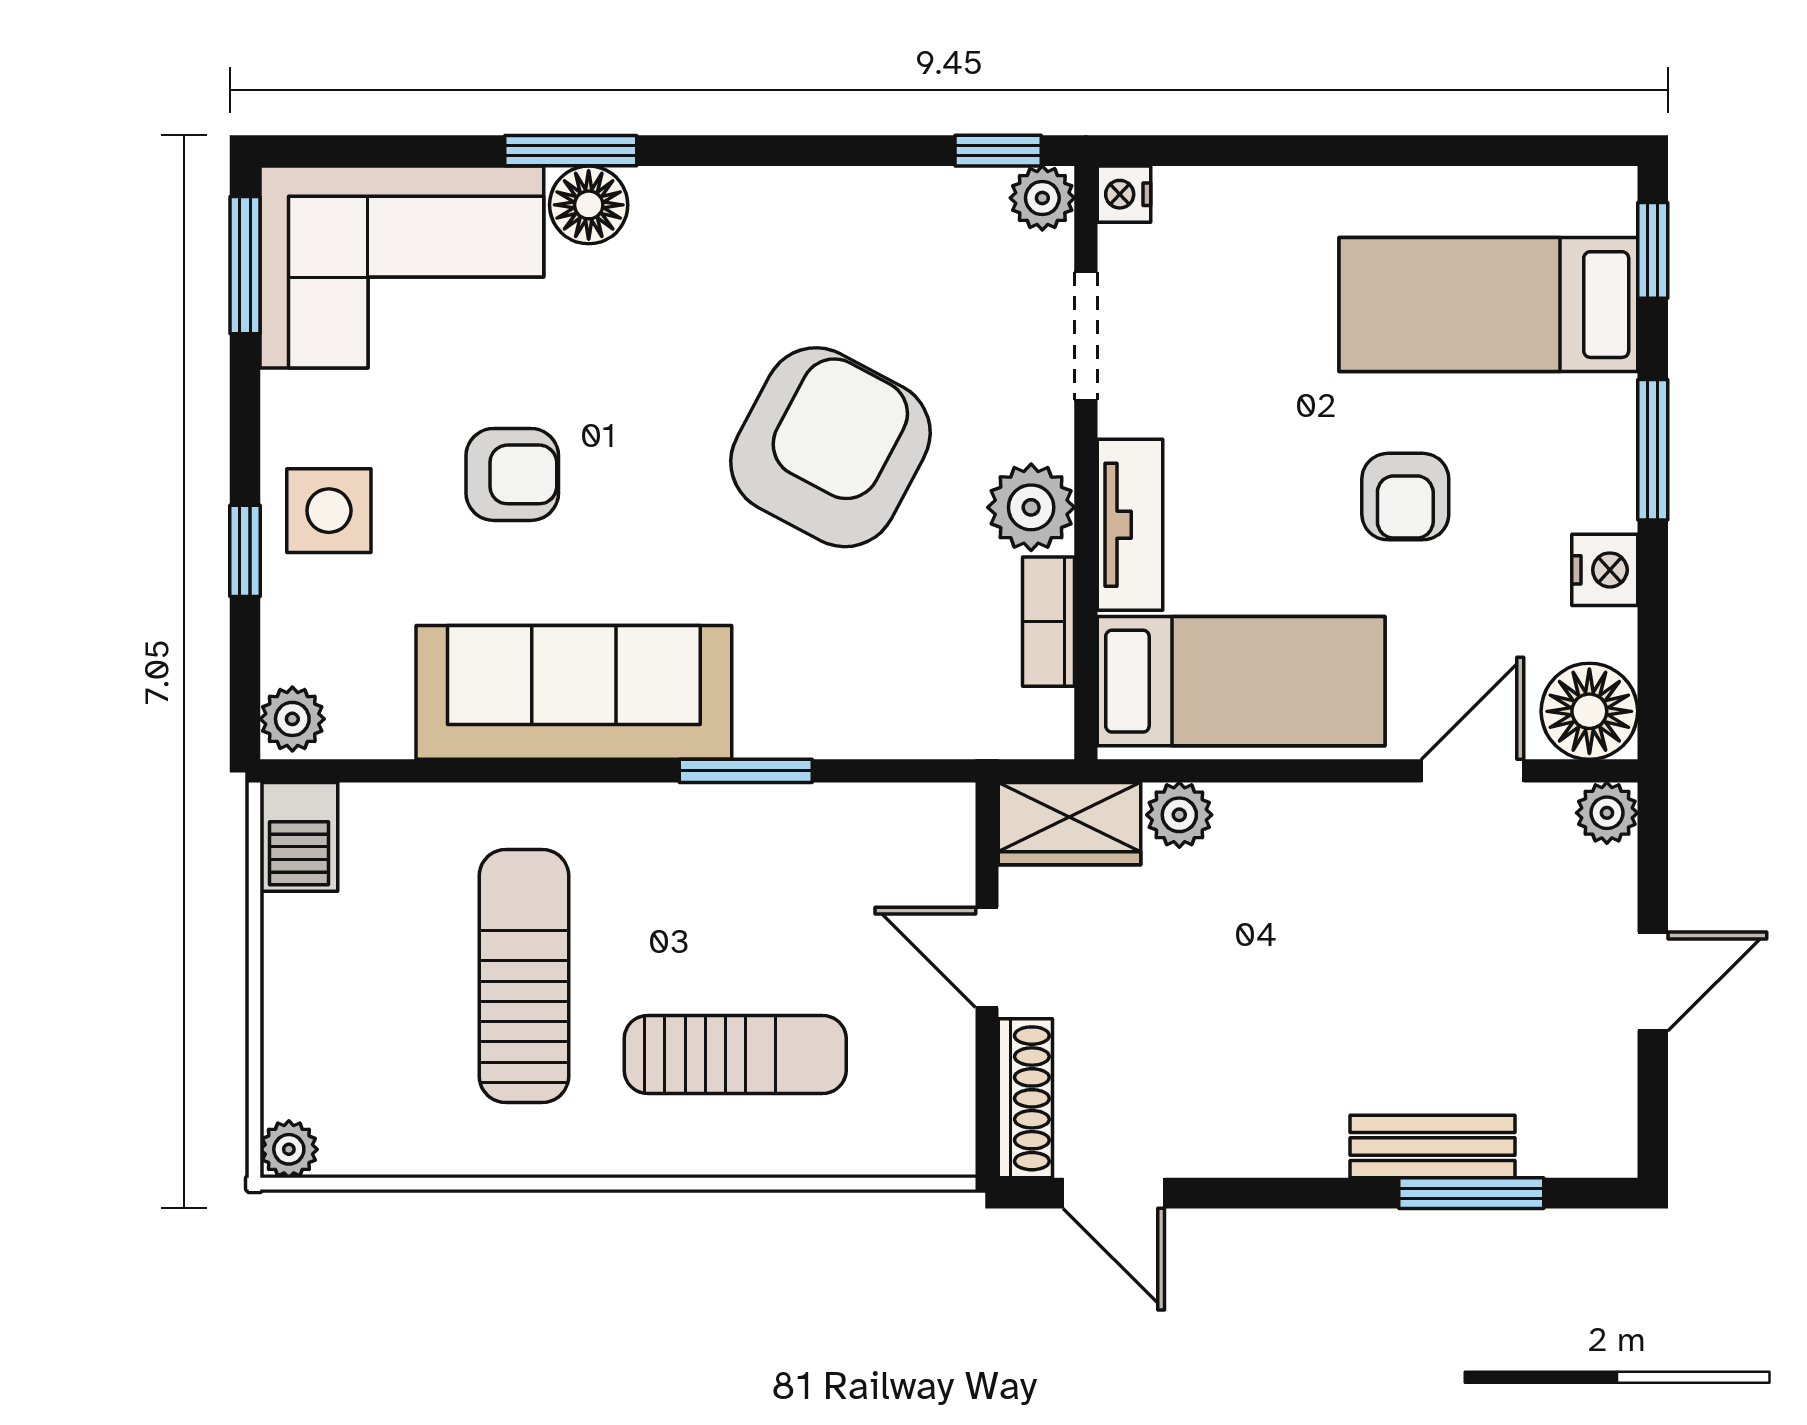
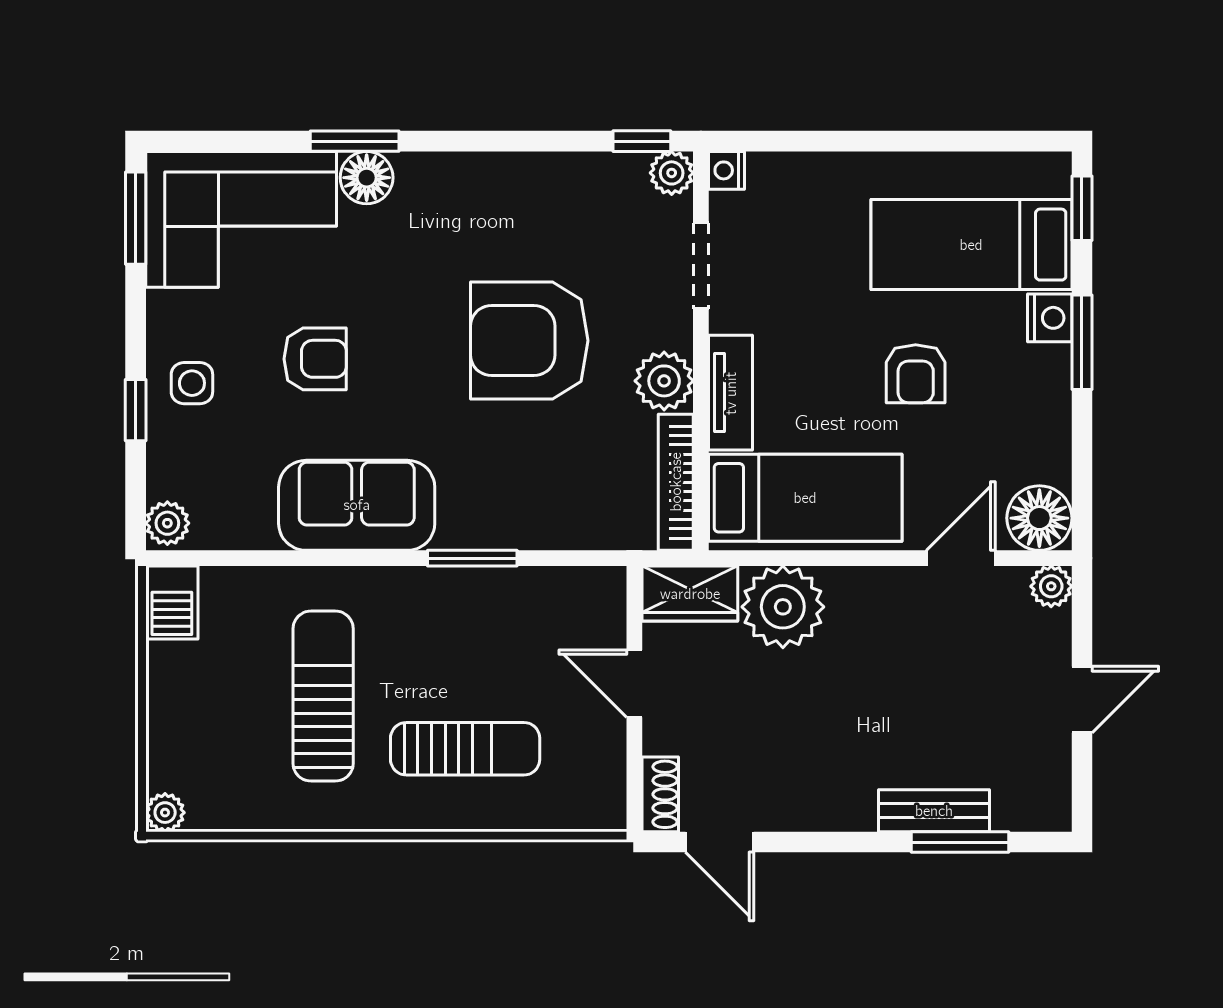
armchair: (830, 447) -> (529, 341), turned -118
side table: (329, 511) -> (192, 383), width x0.73, depth x0.73
nightstand: (1605, 570) -> (1050, 318), moved
bookcase: (1048, 622) -> (676, 482), width x1.56
sofa: (574, 692) -> (357, 505), width x0.73
plant: (1179, 815) -> (783, 607), width x1.88, depth x1.88
shoe rack: (1025, 1098) -> (660, 794), width x0.70

